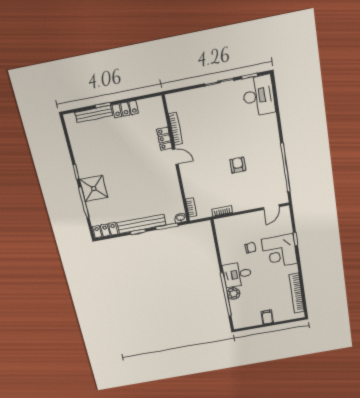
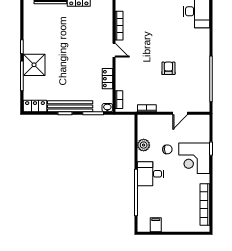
locker: (164, 139) -> (108, 79), moved
door: (271, 207) -> (180, 113), moved
plant: (234, 293) -> (144, 145), moved
filing cabinet: (267, 317) -> (156, 225), moved

